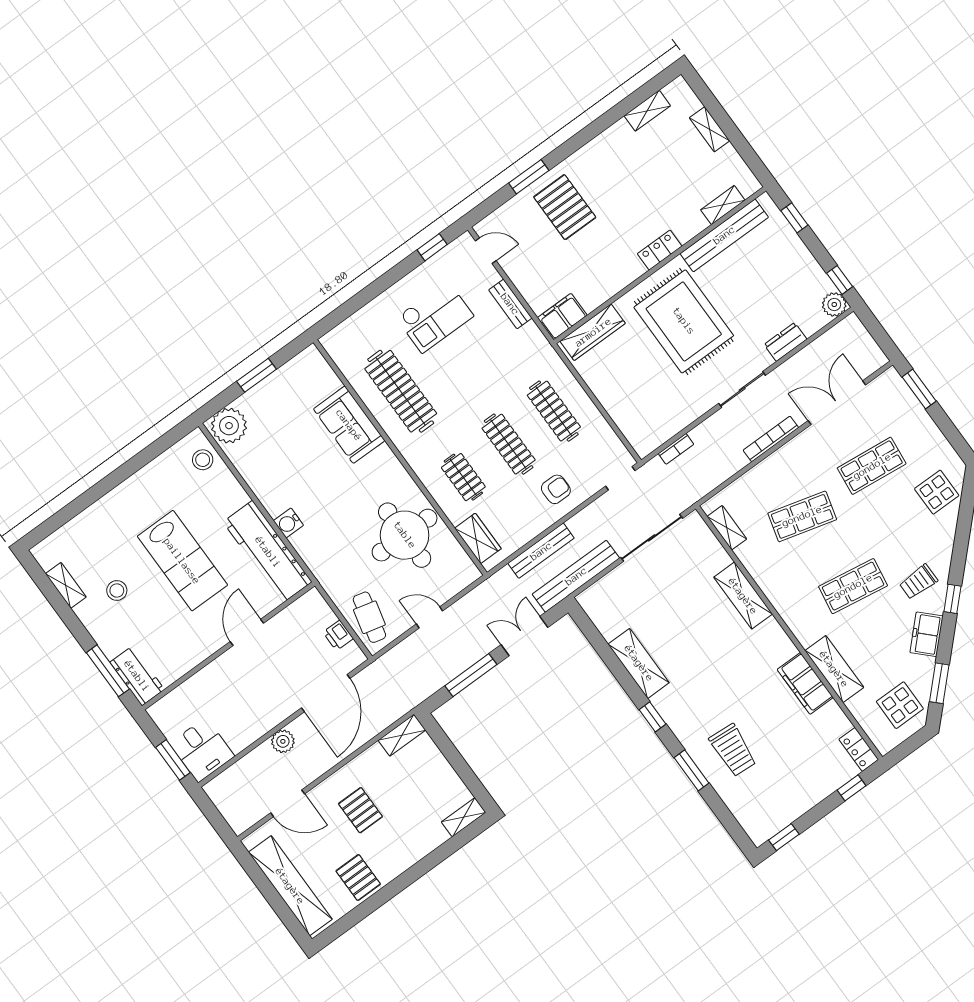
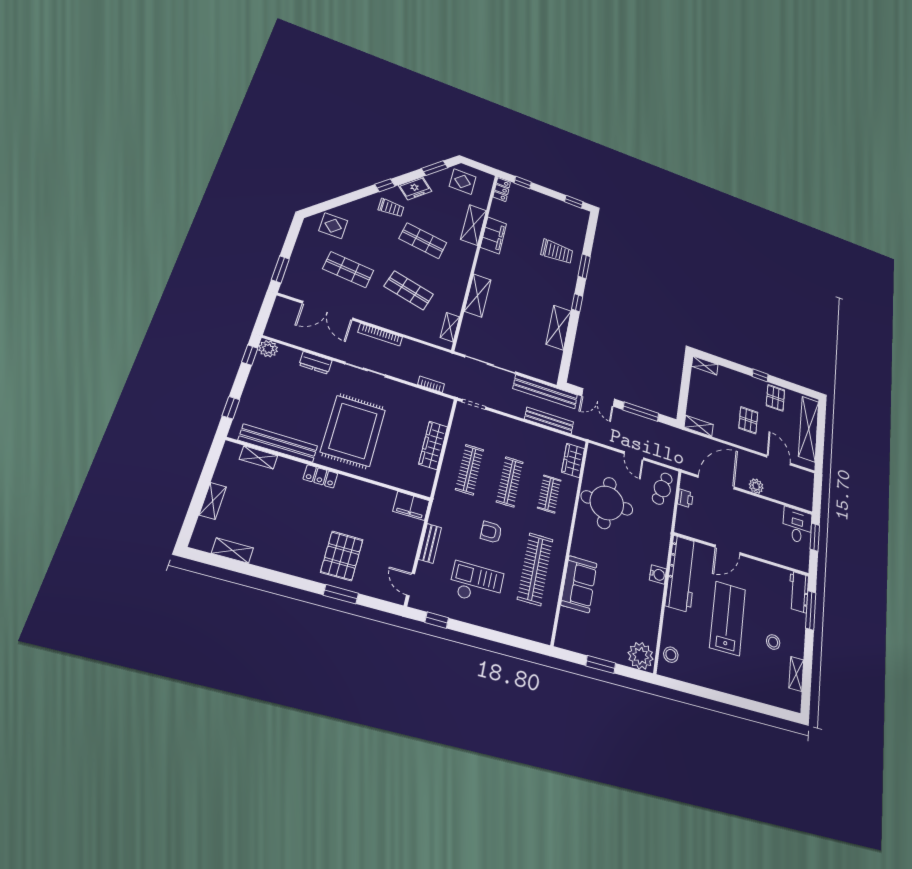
wardrobe: (593, 332) -> (433, 445), moved, turned -90
armchair: (556, 489) -> (491, 532), moved
trolley: (733, 750) -> (557, 252), turned 86
window: (399, 884) -> (760, 375), added

